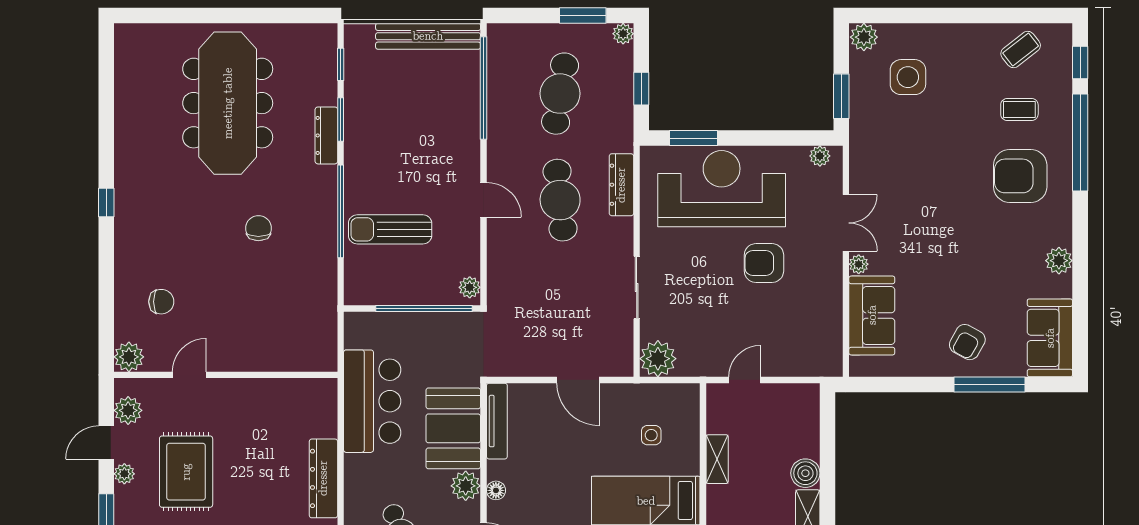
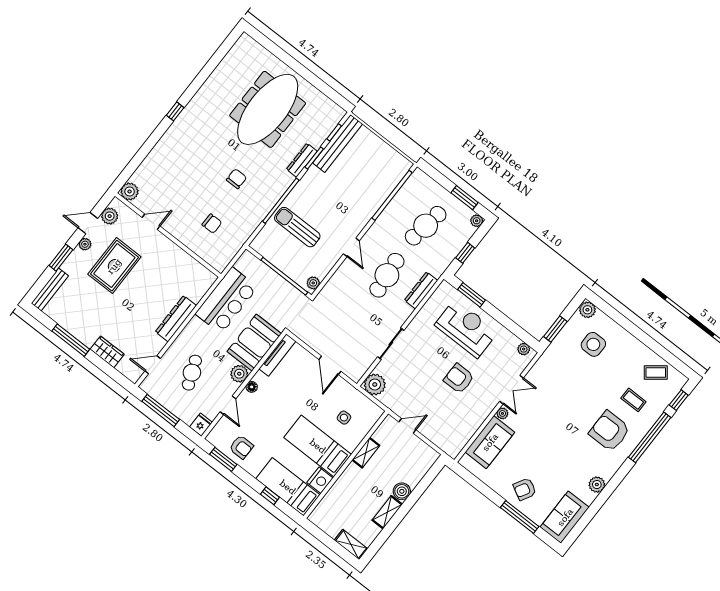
bench: (428, 36) -> (338, 143), moved, turned 90
reception desk: (722, 189) -> (466, 329), width x0.74, depth x0.77
chair: (161, 302) -> (212, 224), moved

